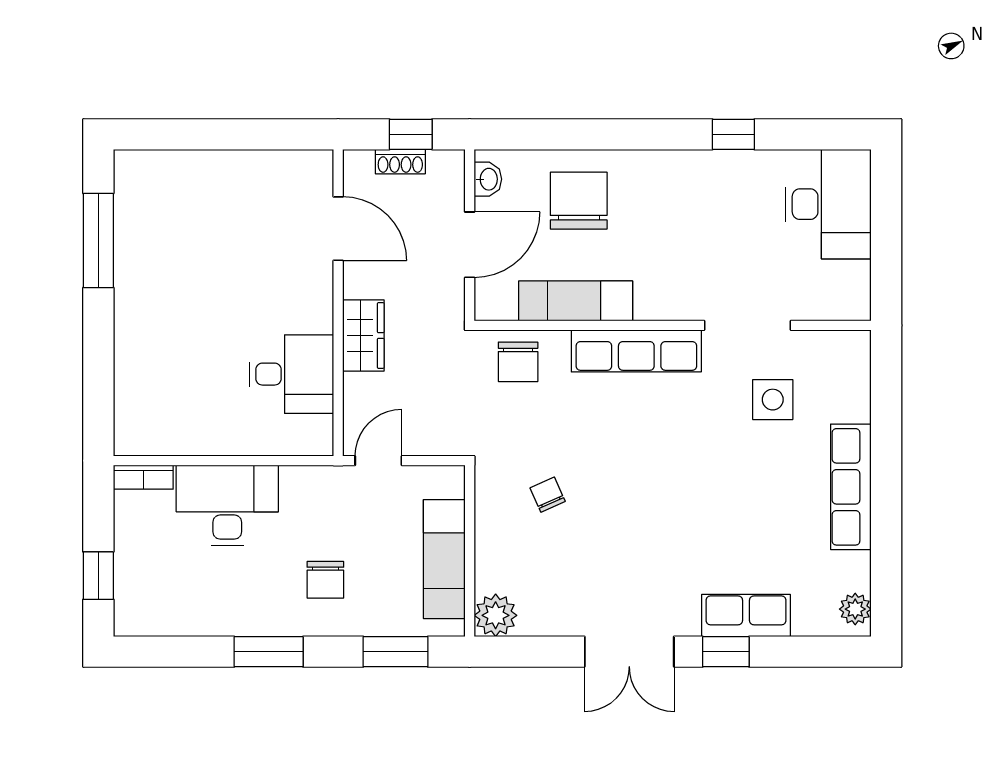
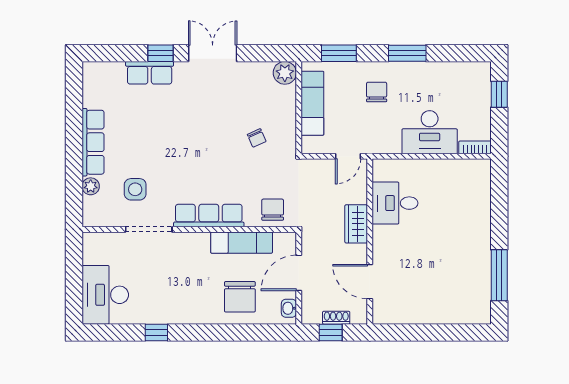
plant: (855, 609) -> (91, 186), moved

